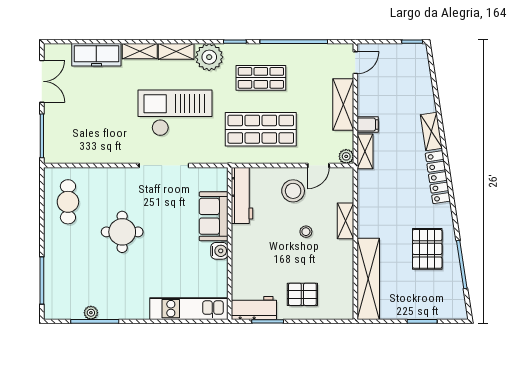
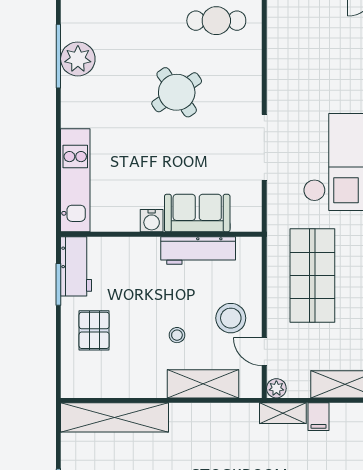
workbench: (242, 195) -> (198, 251), moved
shelving: (345, 221) -> (203, 384), width x1.50, depth x1.33
round table: (122, 232) -> (177, 92), turned -35
plant: (91, 313) -> (78, 59), width x1.87, depth x1.87

